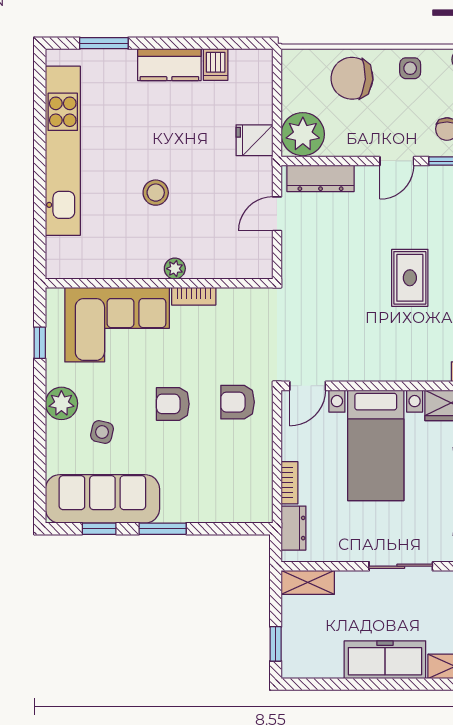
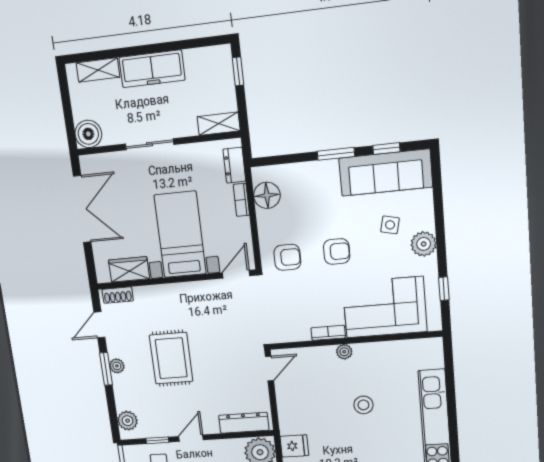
door: (277, 214) -> (269, 369), moved
rug: (410, 278) -> (171, 358), width x1.36, depth x1.43
floor lamp: (256, 485) -> (267, 195), added

